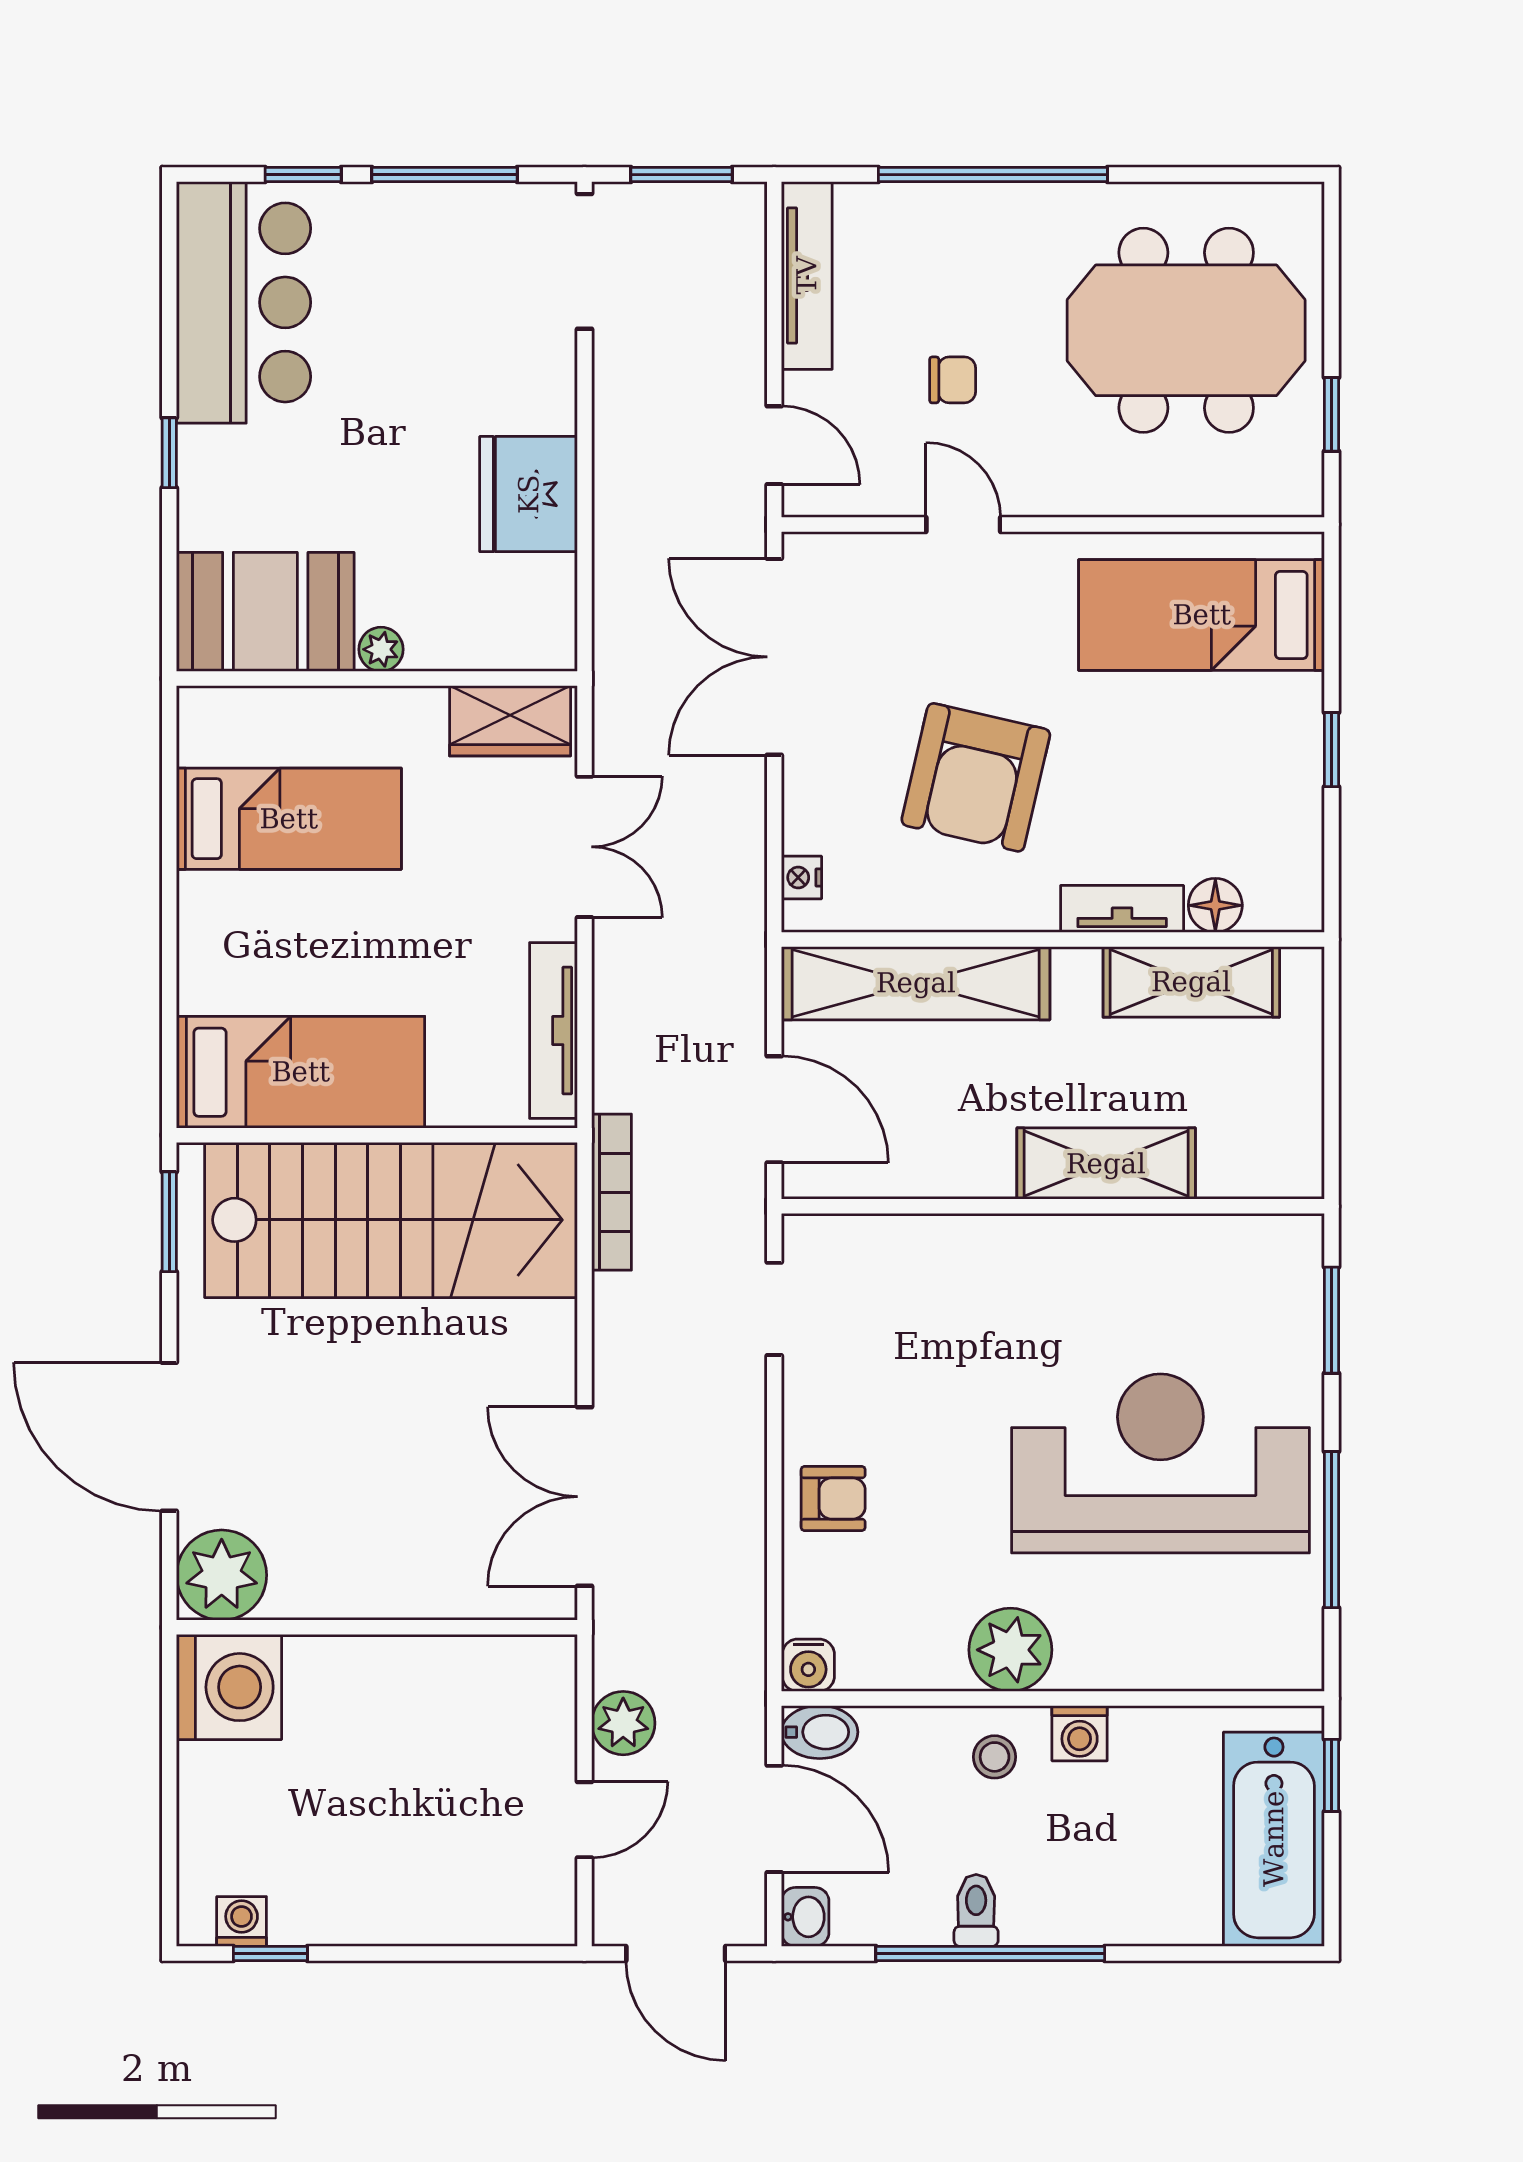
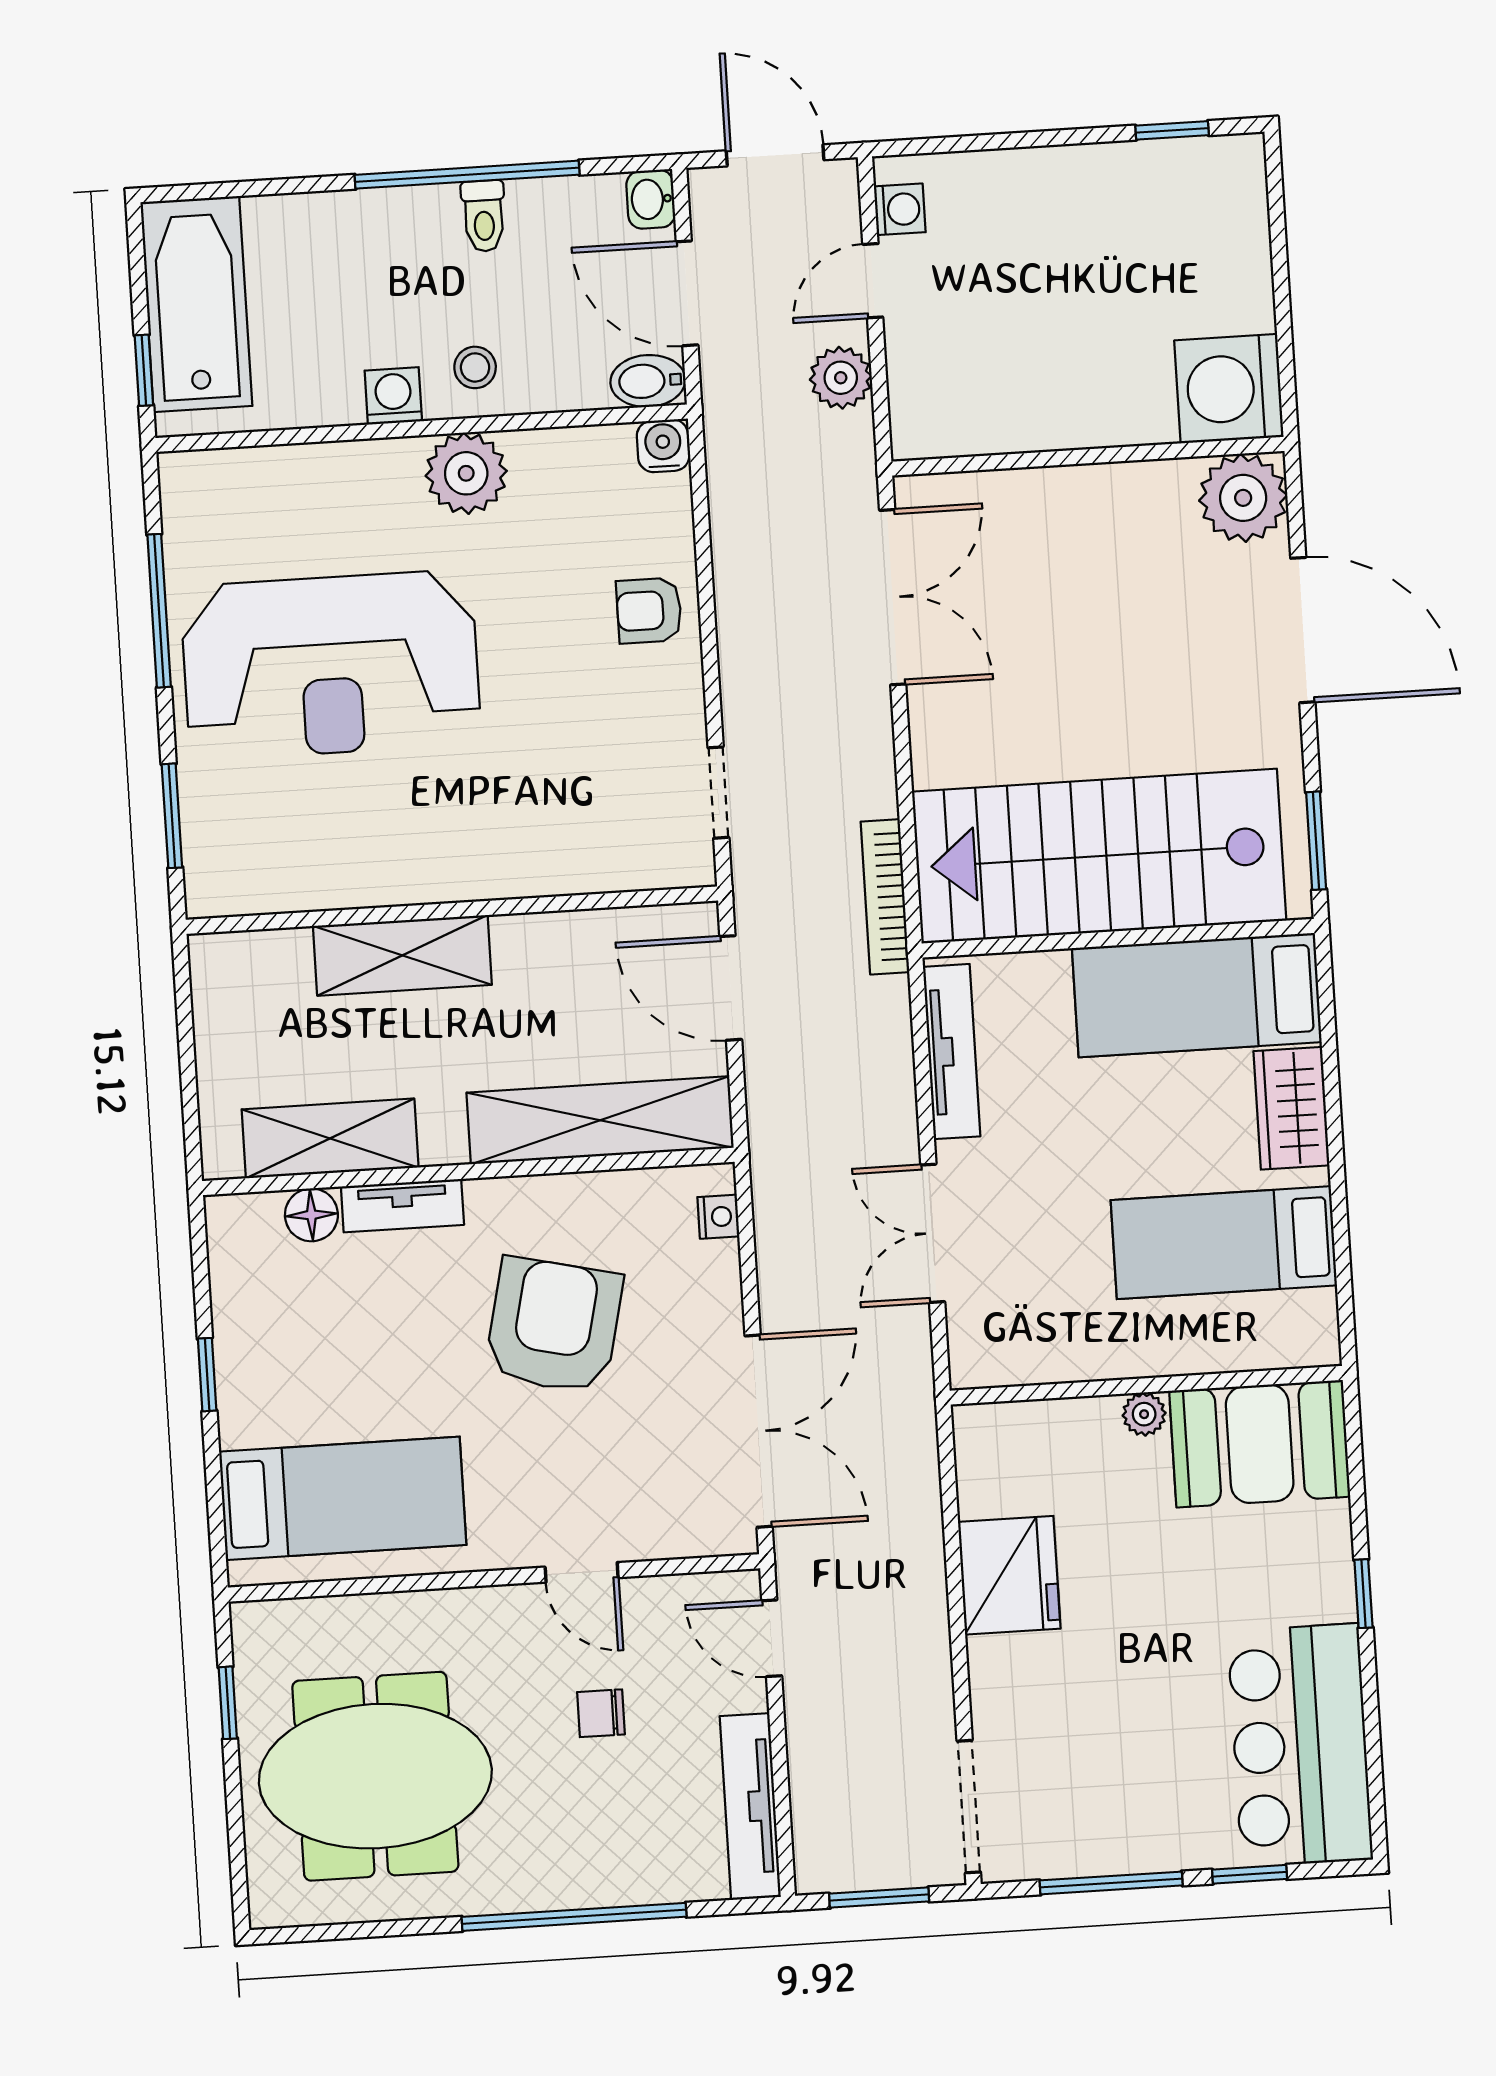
wardrobe: (510, 721) -> (1291, 1108), moved, turned -90
washing machine: (242, 1921) -> (900, 209), moved, turned -90

